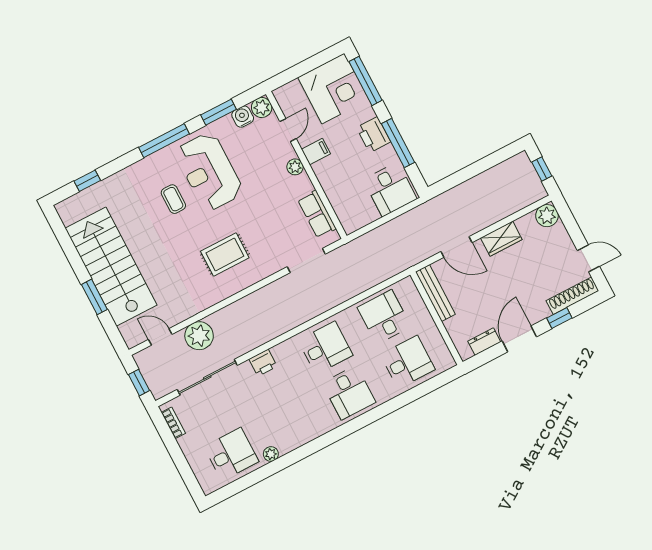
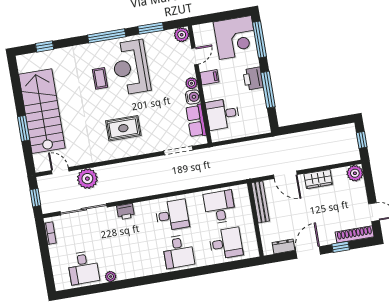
water cooler: (243, 117) -> (193, 97), moved, turned 90
desk: (390, 189) -> (223, 114), moved, turned 90
desk: (231, 454) -> (83, 268), turned 90

